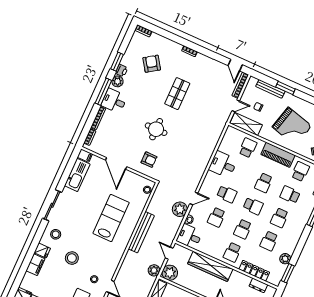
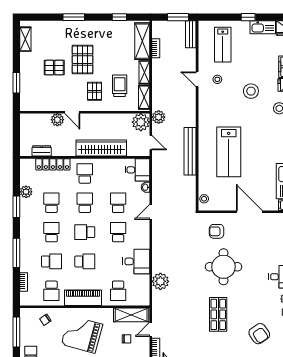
round table: (156, 129) -> (224, 267), width x1.36, depth x1.36
school desk: (264, 183) -> (85, 261), turned 90
school desk: (227, 194) -> (118, 232), turned 90
plant: (180, 209) -> (160, 281), moved
window: (288, 273) -> (16, 207), moved

